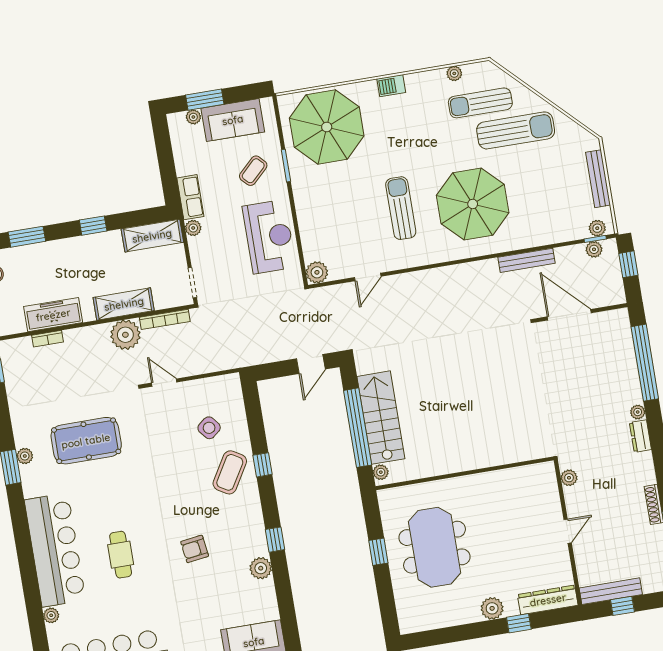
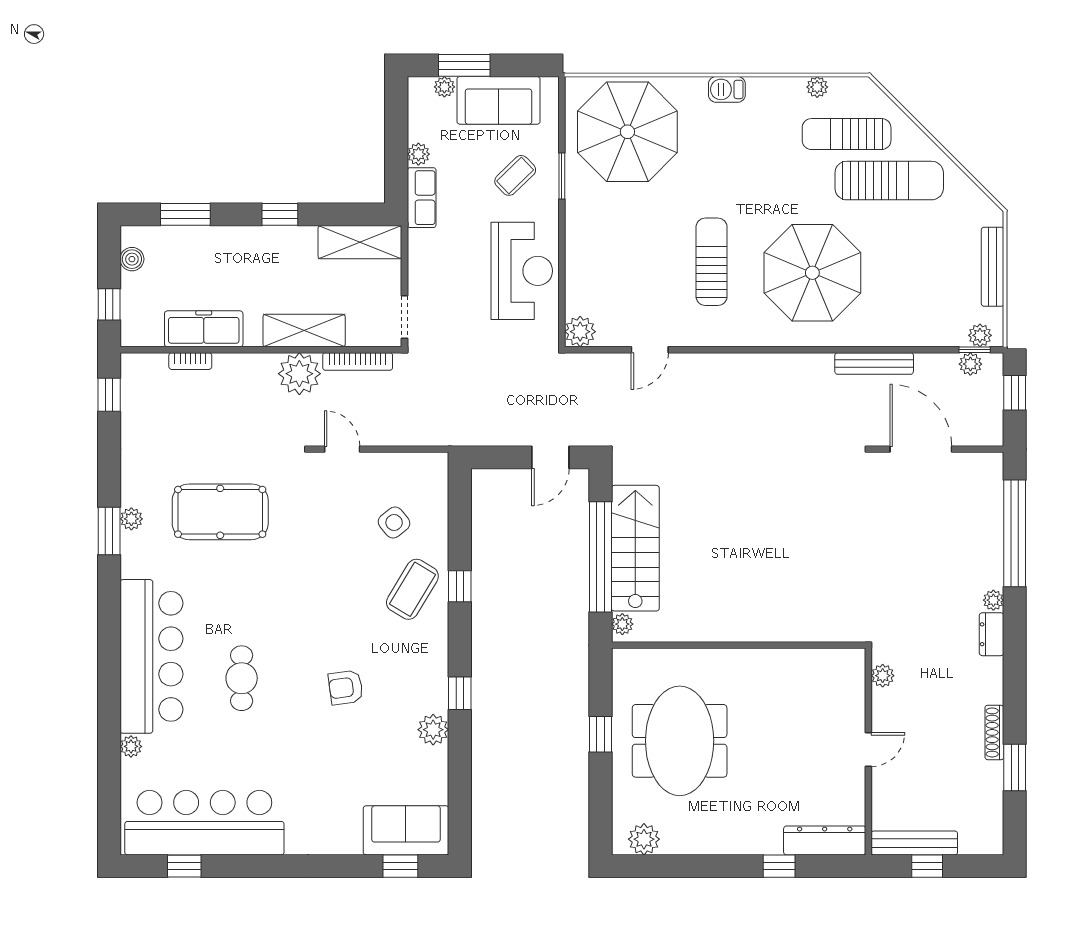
plant: (193, 228) -> (418, 154), moved
plant: (492, 608) -> (644, 839), moved

